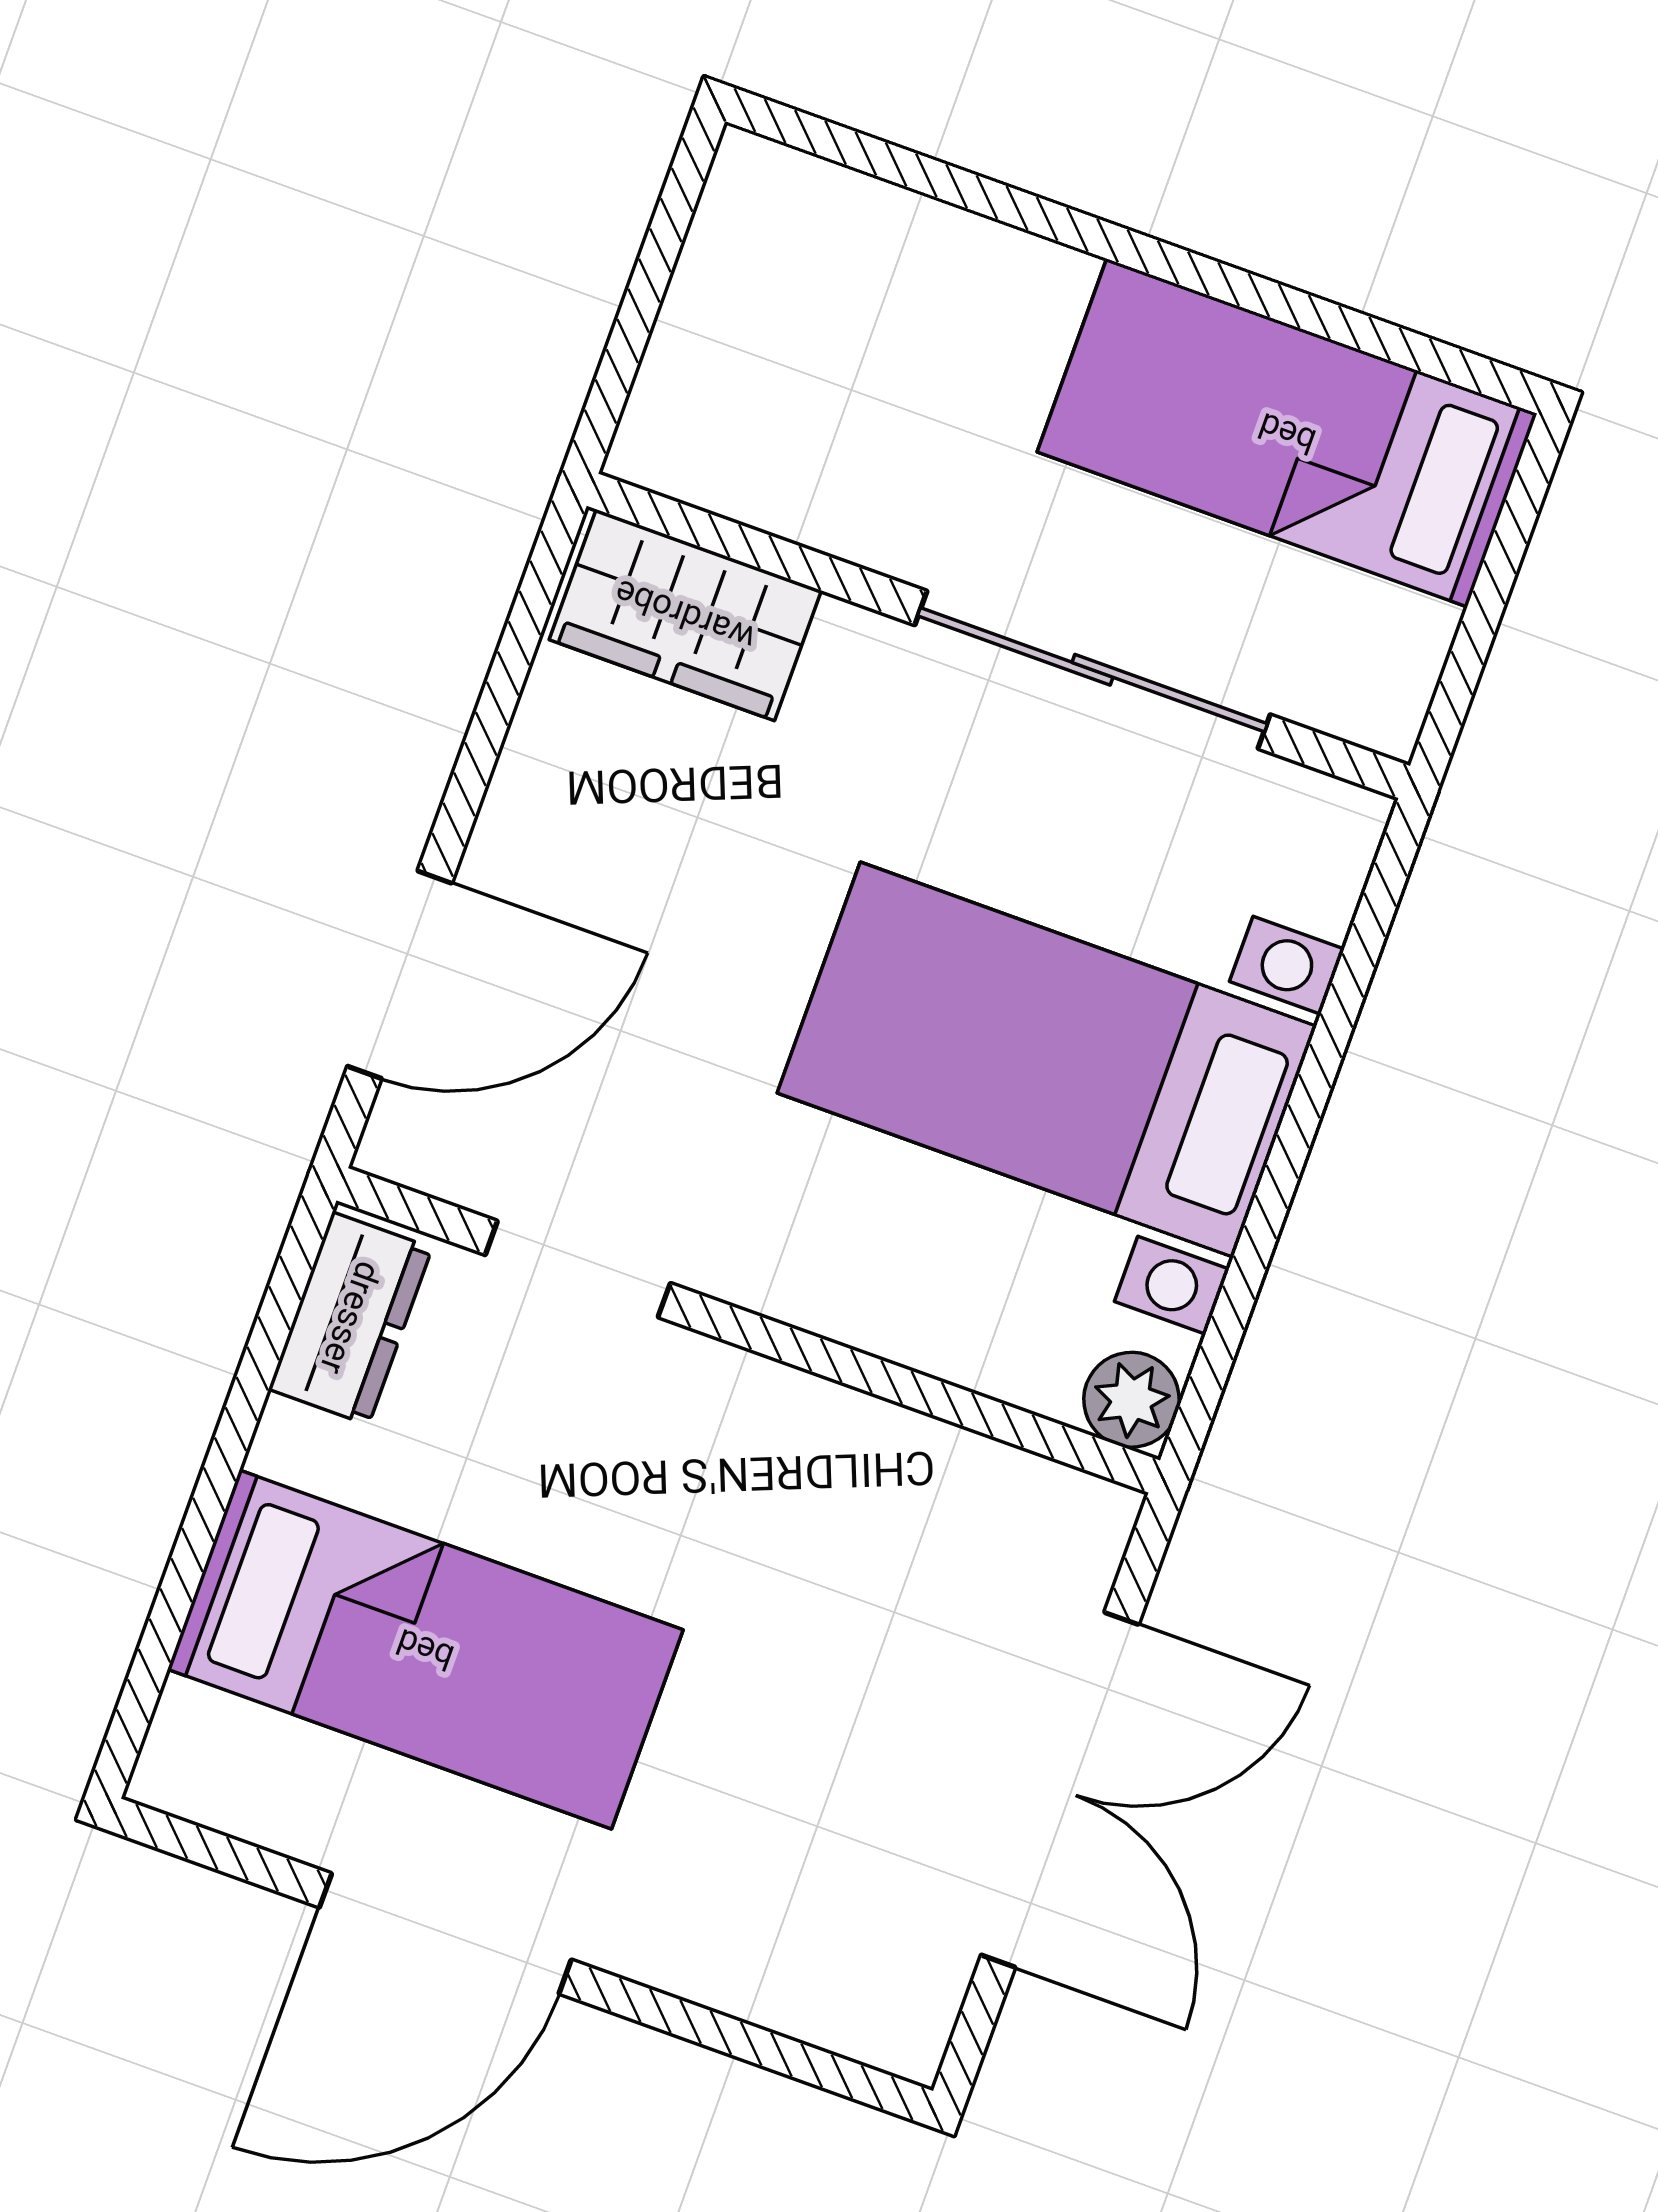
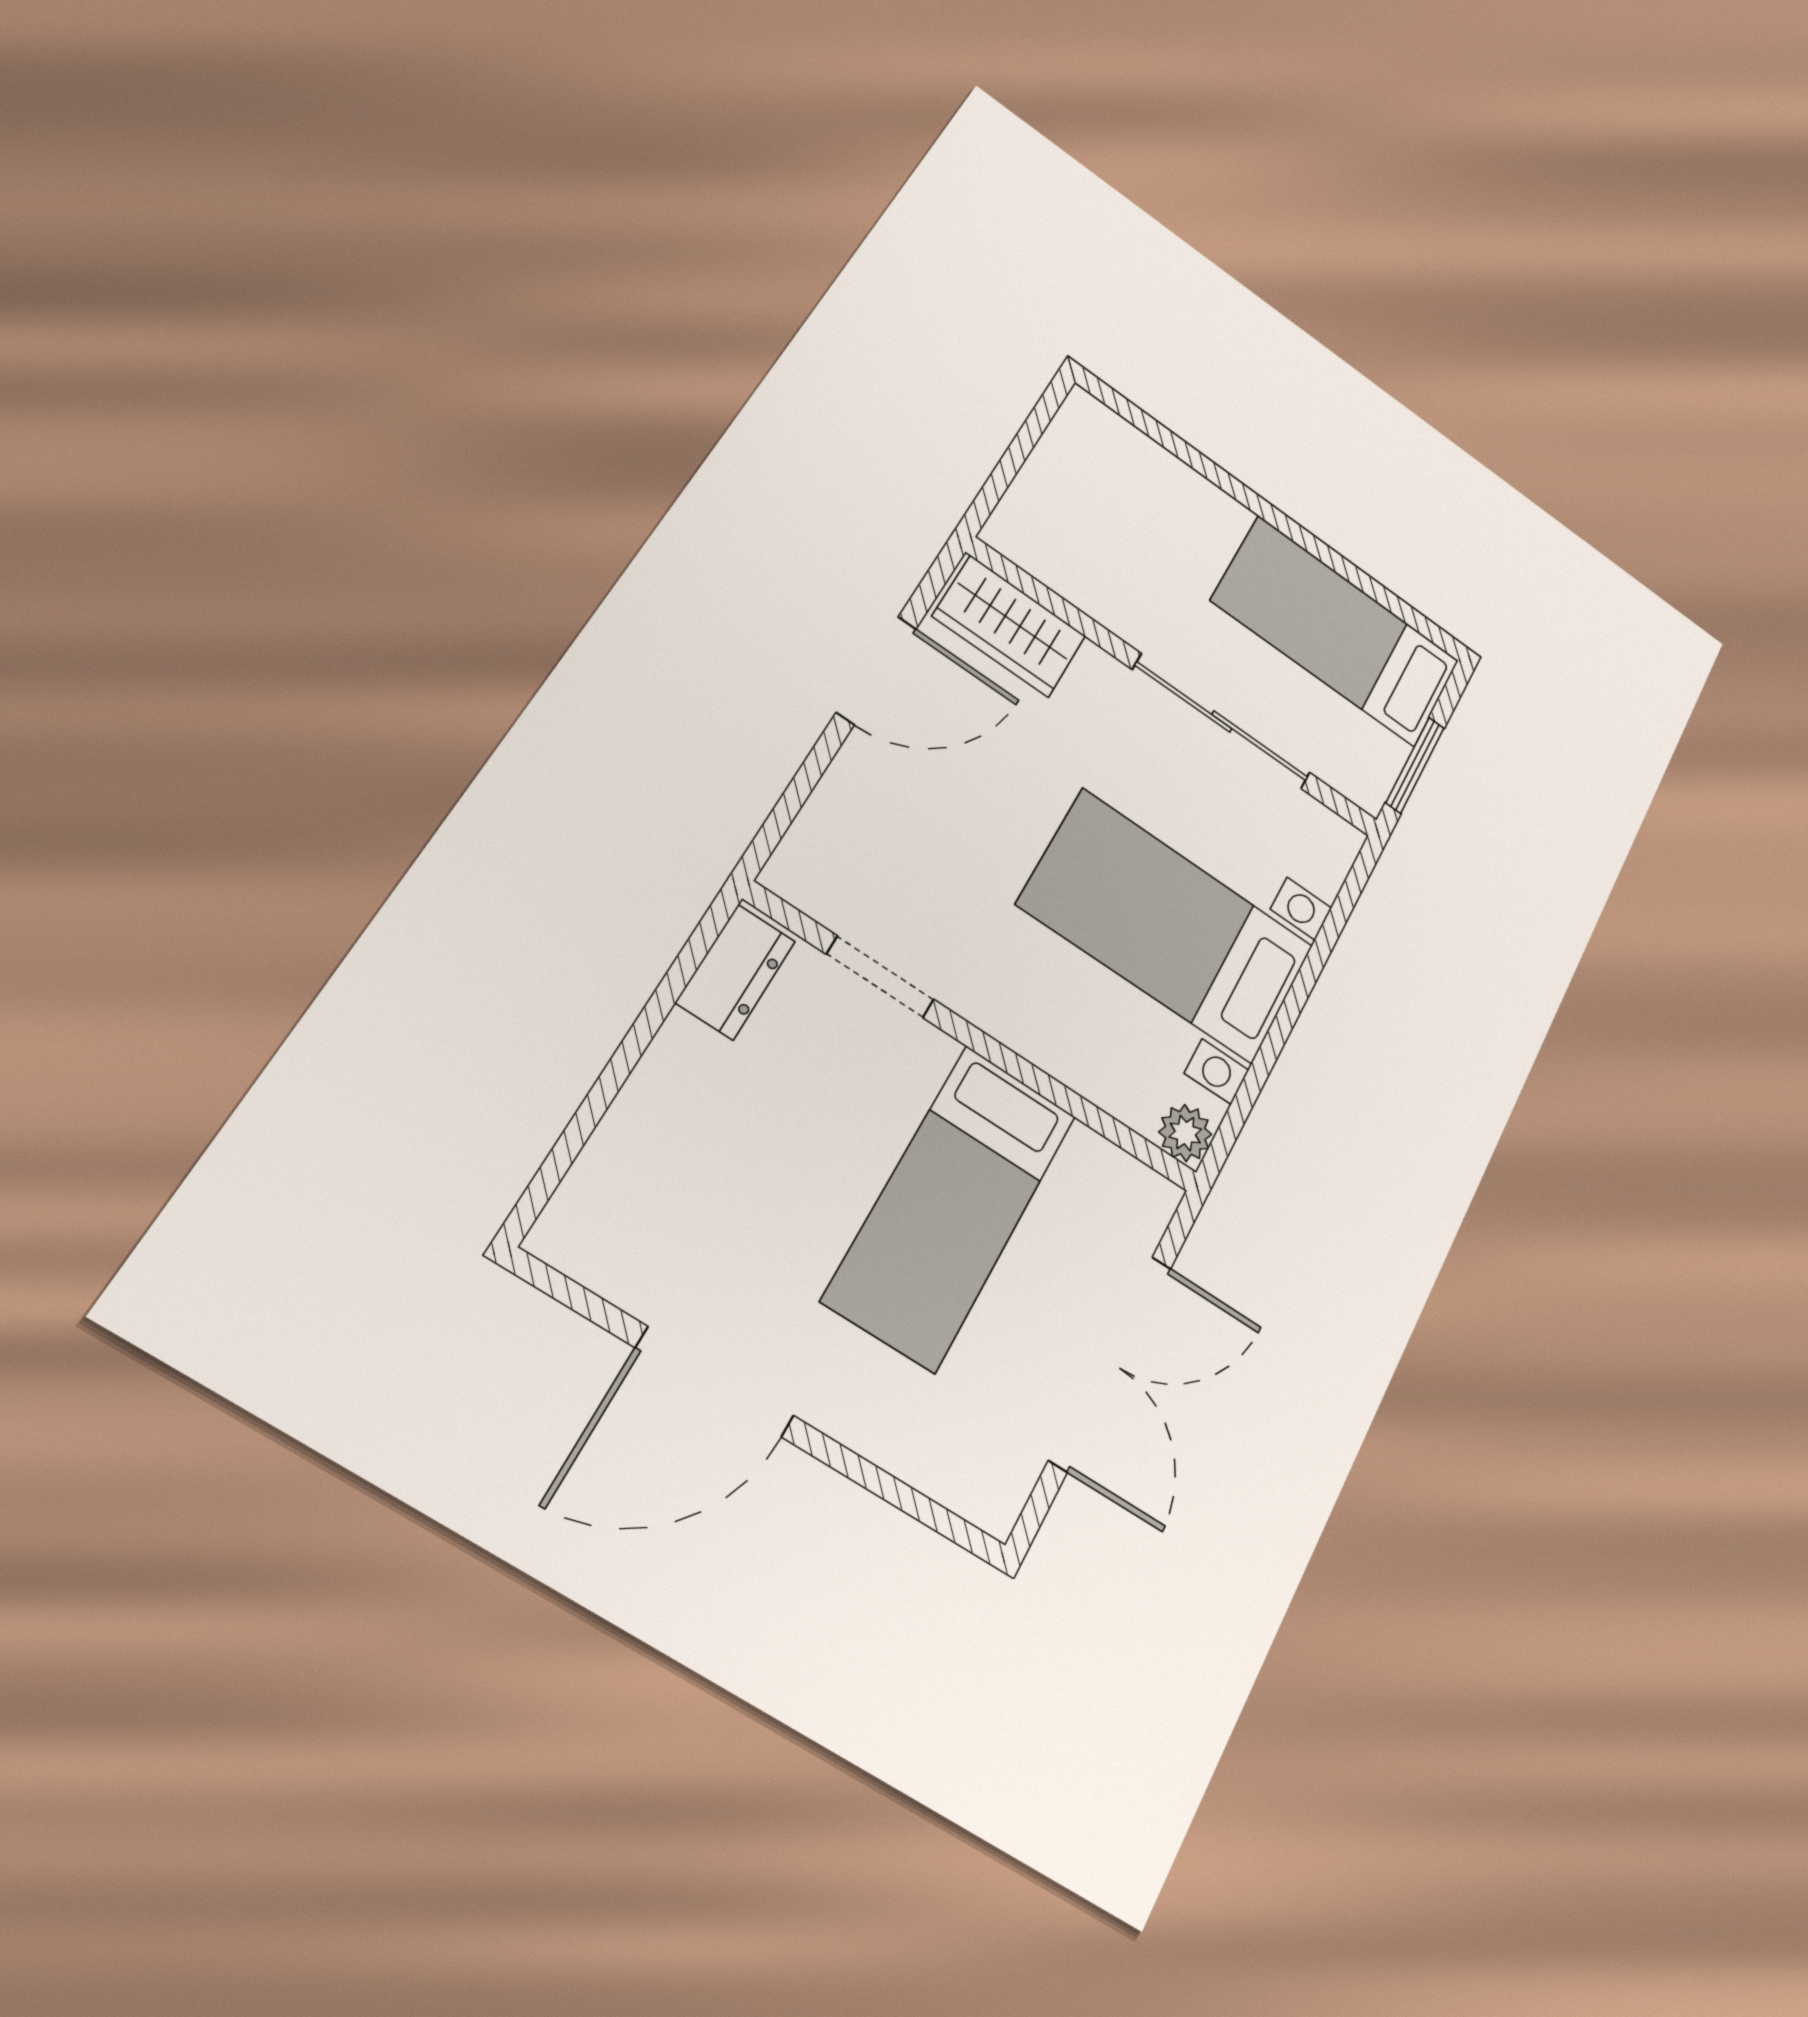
window: (1473, 641) -> (1415, 765), added
door: (400, 975) -> (876, 670), moved
bed: (425, 1649) -> (951, 1206), moved, turned 90

